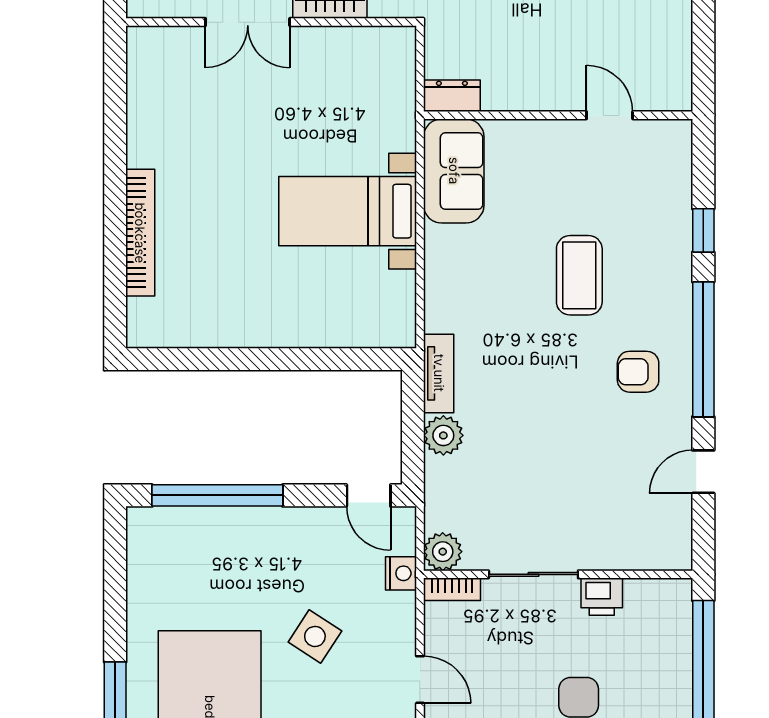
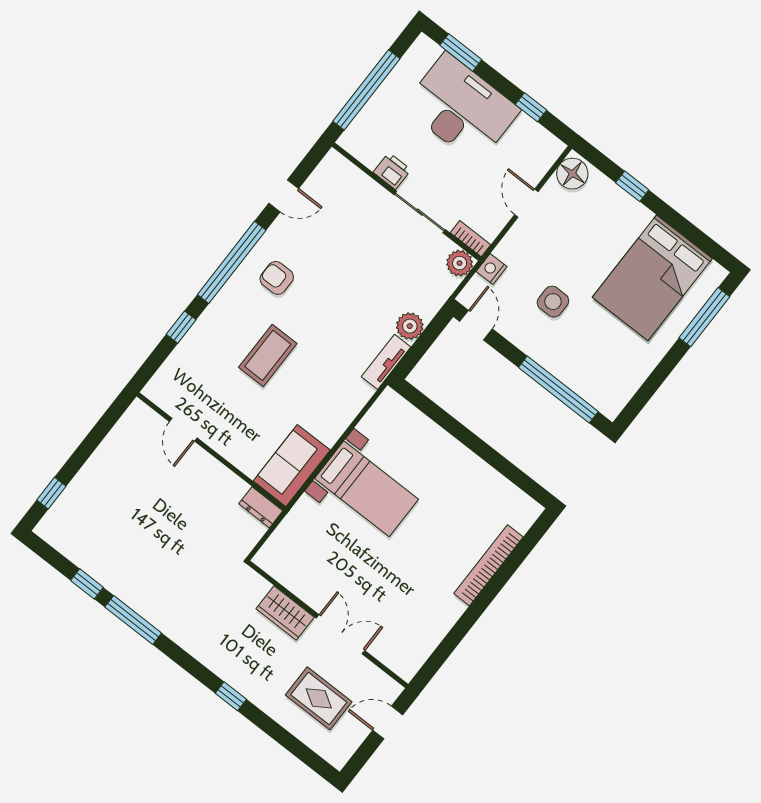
armchair: (638, 372) -> (277, 278), turned 180
side table: (315, 636) -> (553, 302), moved, turned -33

